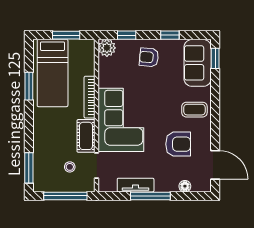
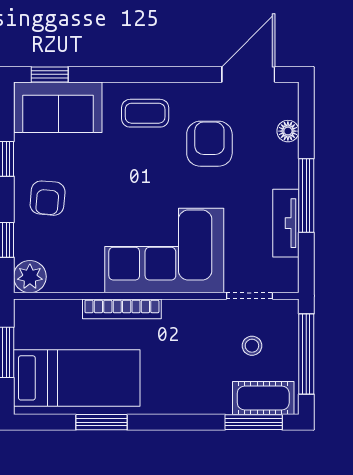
coffee table: (194, 110) -> (145, 113), turned 90
cot: (86, 136) -> (263, 398), moved

